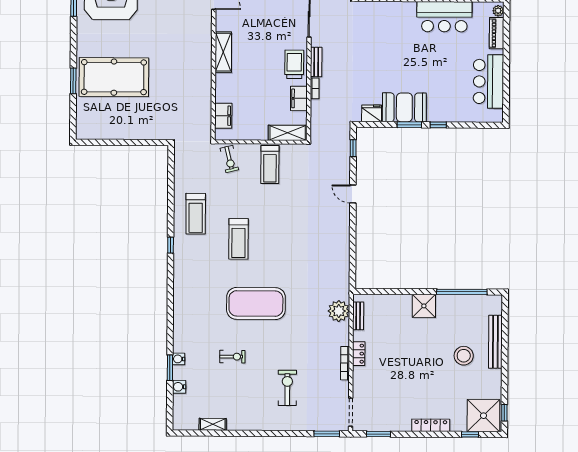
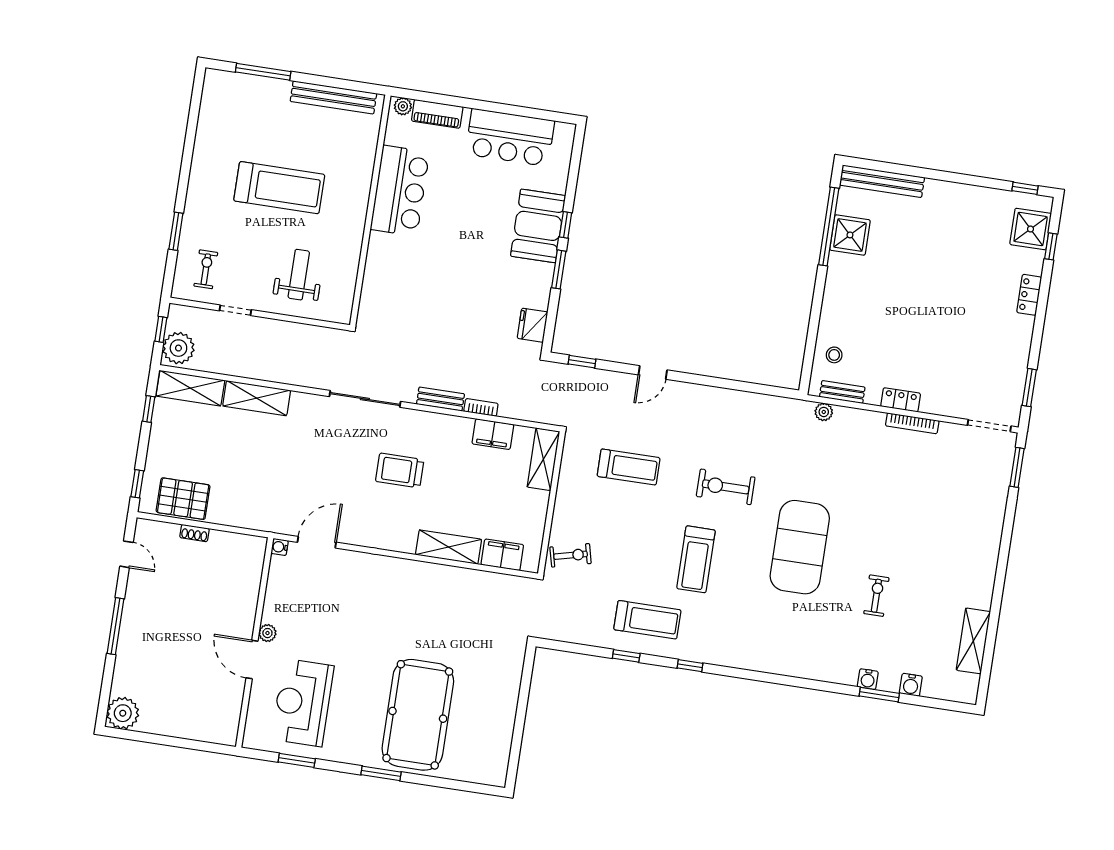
shelving: (223, 52) -> (449, 547), moved
trolley: (294, 64) -> (400, 471), moved
window: (73, 81) -> (381, 773), moved
booth: (404, 107) -> (538, 226), moved
treadmill: (270, 164) -> (629, 467), moved
window: (171, 204) -> (626, 656), added
treadmill: (238, 239) -> (696, 559), turned 90
shower: (424, 306) -> (850, 235), moved
plant: (339, 311) -> (824, 412), width x0.53, depth x0.53
bench: (495, 342) -> (882, 181), moved
stool: (464, 356) -> (834, 355), moved, width x0.53, depth x0.53
exercise bike: (287, 388) -> (726, 487), moved
shower: (483, 416) -> (1031, 229), width x0.73, depth x0.73
shelving: (213, 424) -> (973, 641), width x1.50, depth x1.33
locker: (431, 425) -> (1029, 295), width x0.66

